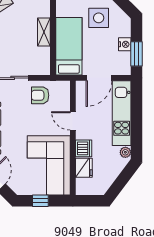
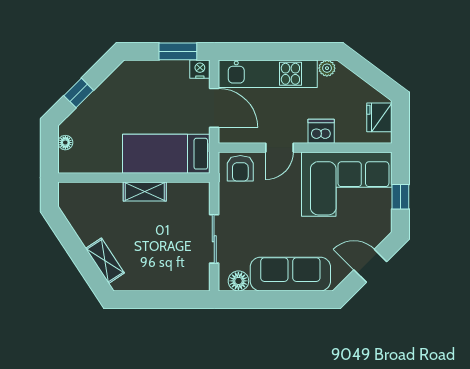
side table: (99, 18) -> (123, 109), removed
nightstand: (125, 44) -> (200, 69), moved
armchair: (40, 95) -> (240, 168), moved
fridge: (84, 168) -> (379, 117), moved, turned -90

